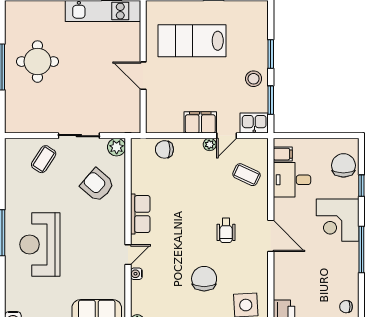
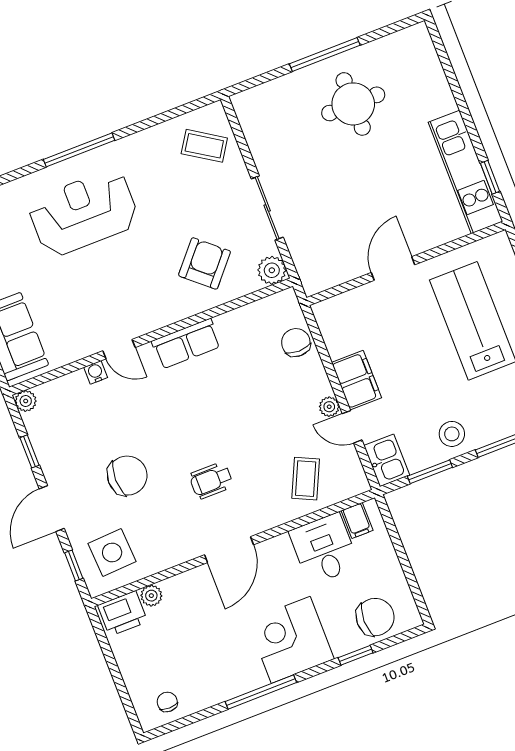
coffee table: (44, 159) -> (204, 146), moved
plant: (280, 292) -> (151, 596), added

